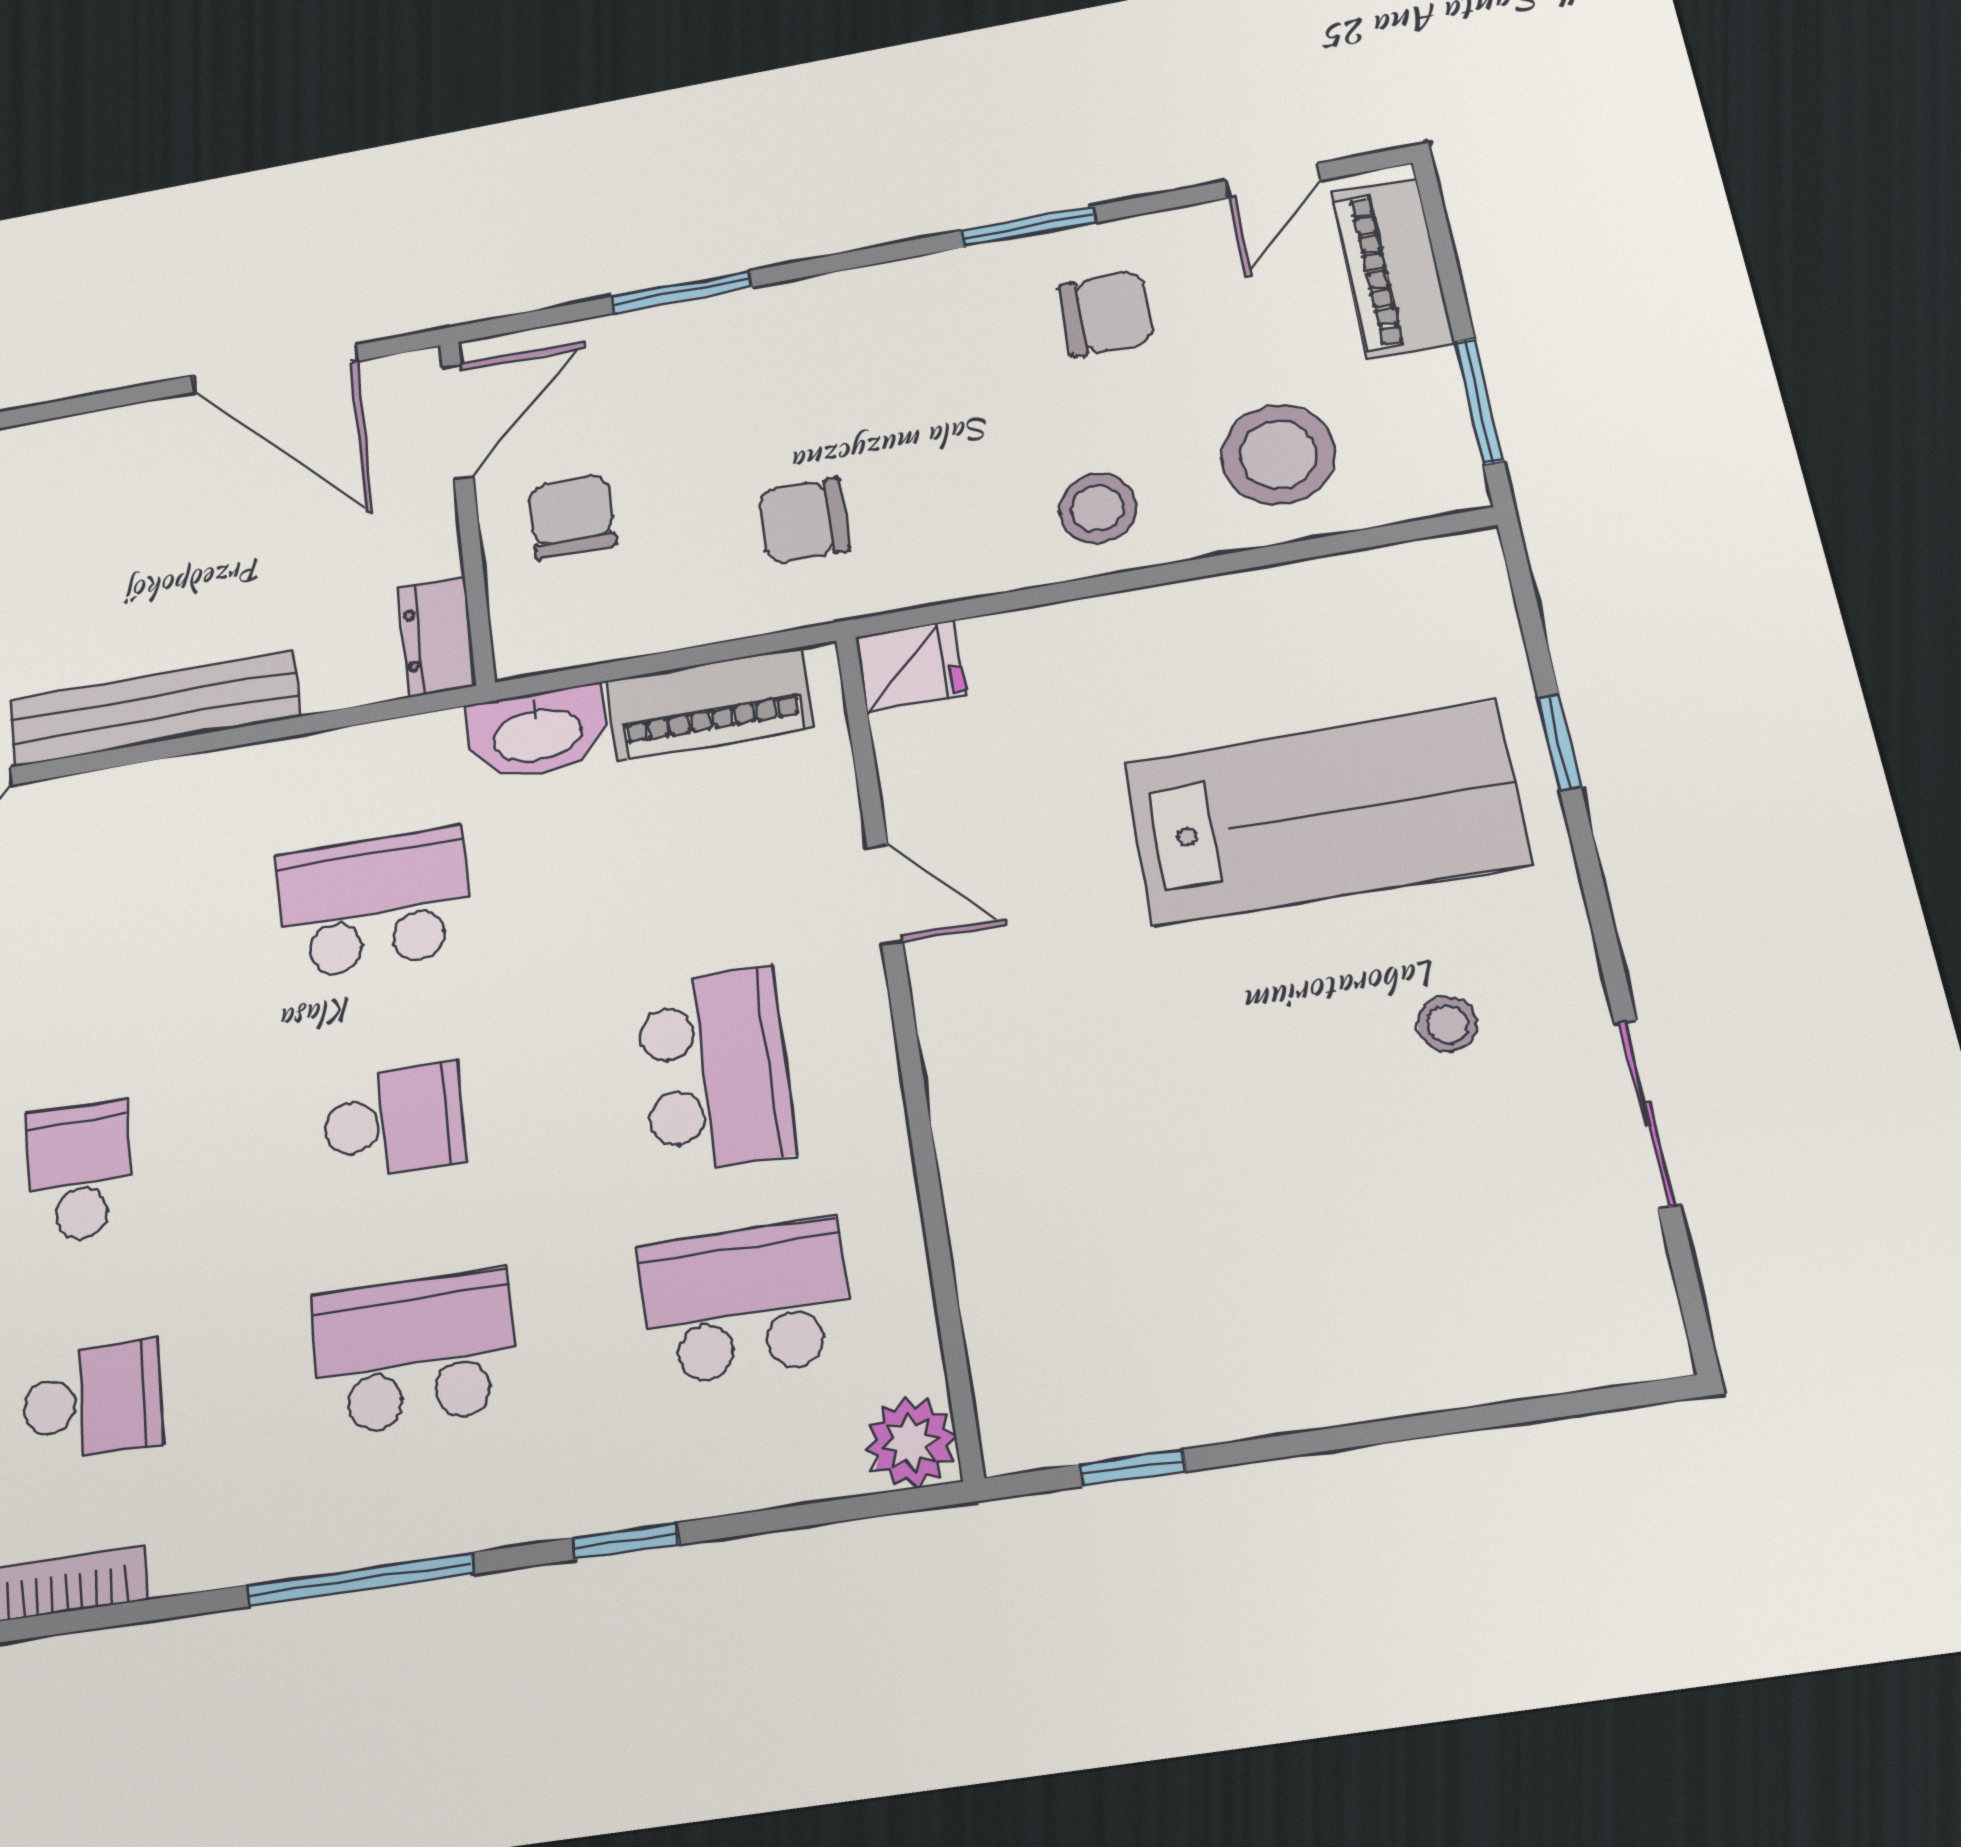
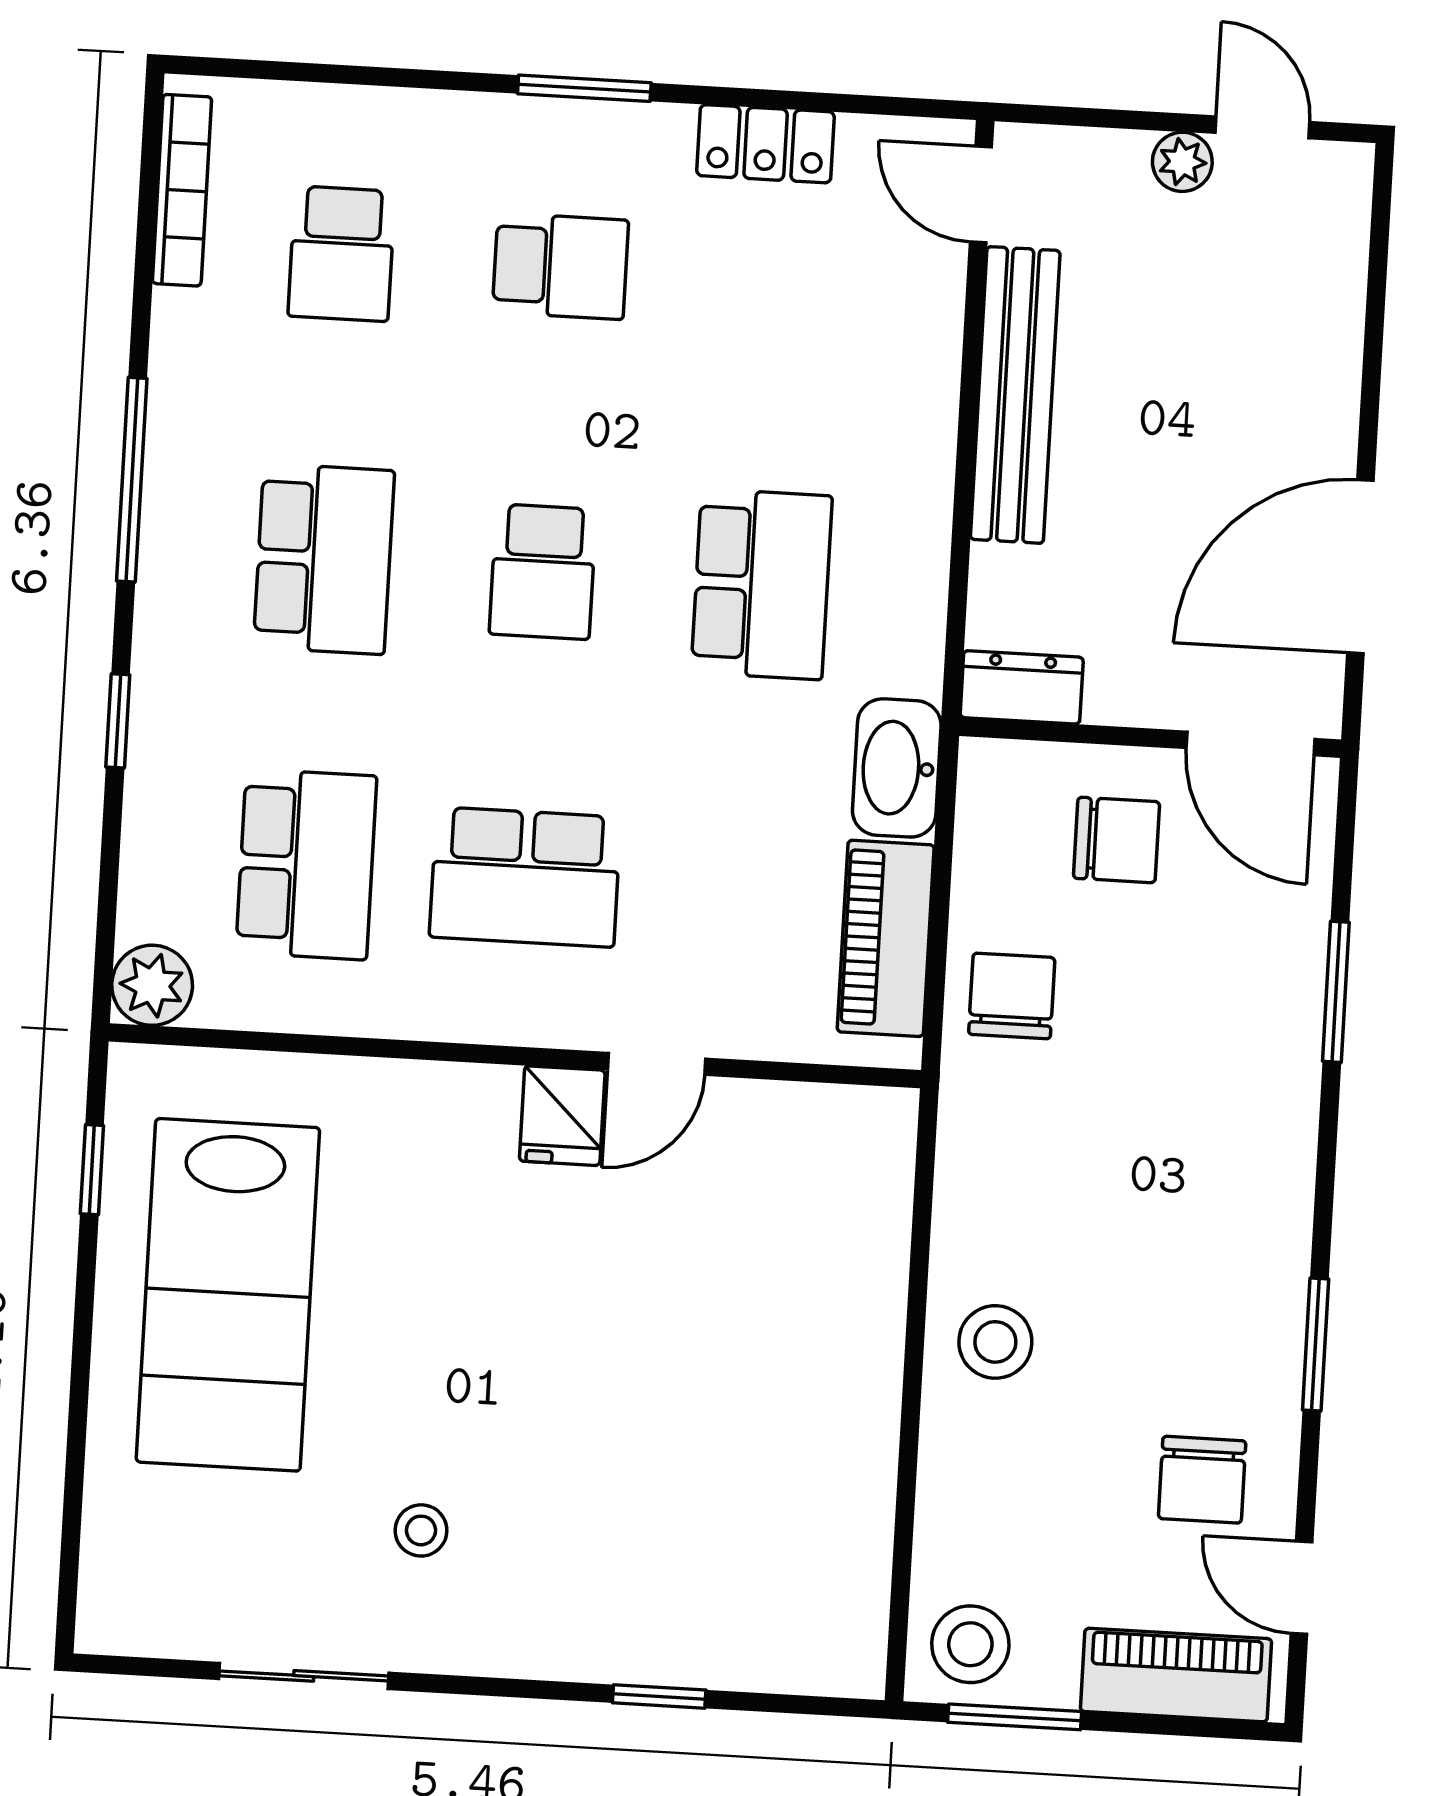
chair: (1106, 314) -> (1202, 1480), moved
stool: (1278, 455) -> (970, 1644), moved, width x0.73, depth x0.73
chair: (804, 521) -> (1012, 996), moved
fridge: (911, 666) -> (562, 1116), moved
lab bench: (1325, 813) -> (228, 1295), moved

